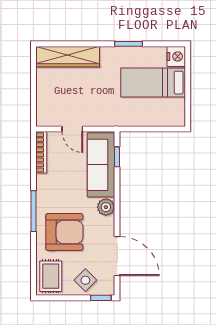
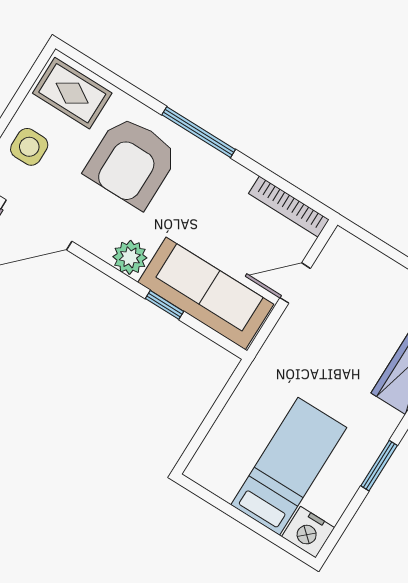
window: (117, 157) -> (164, 305), moved
side table: (85, 280) -> (29, 147), turned 45

